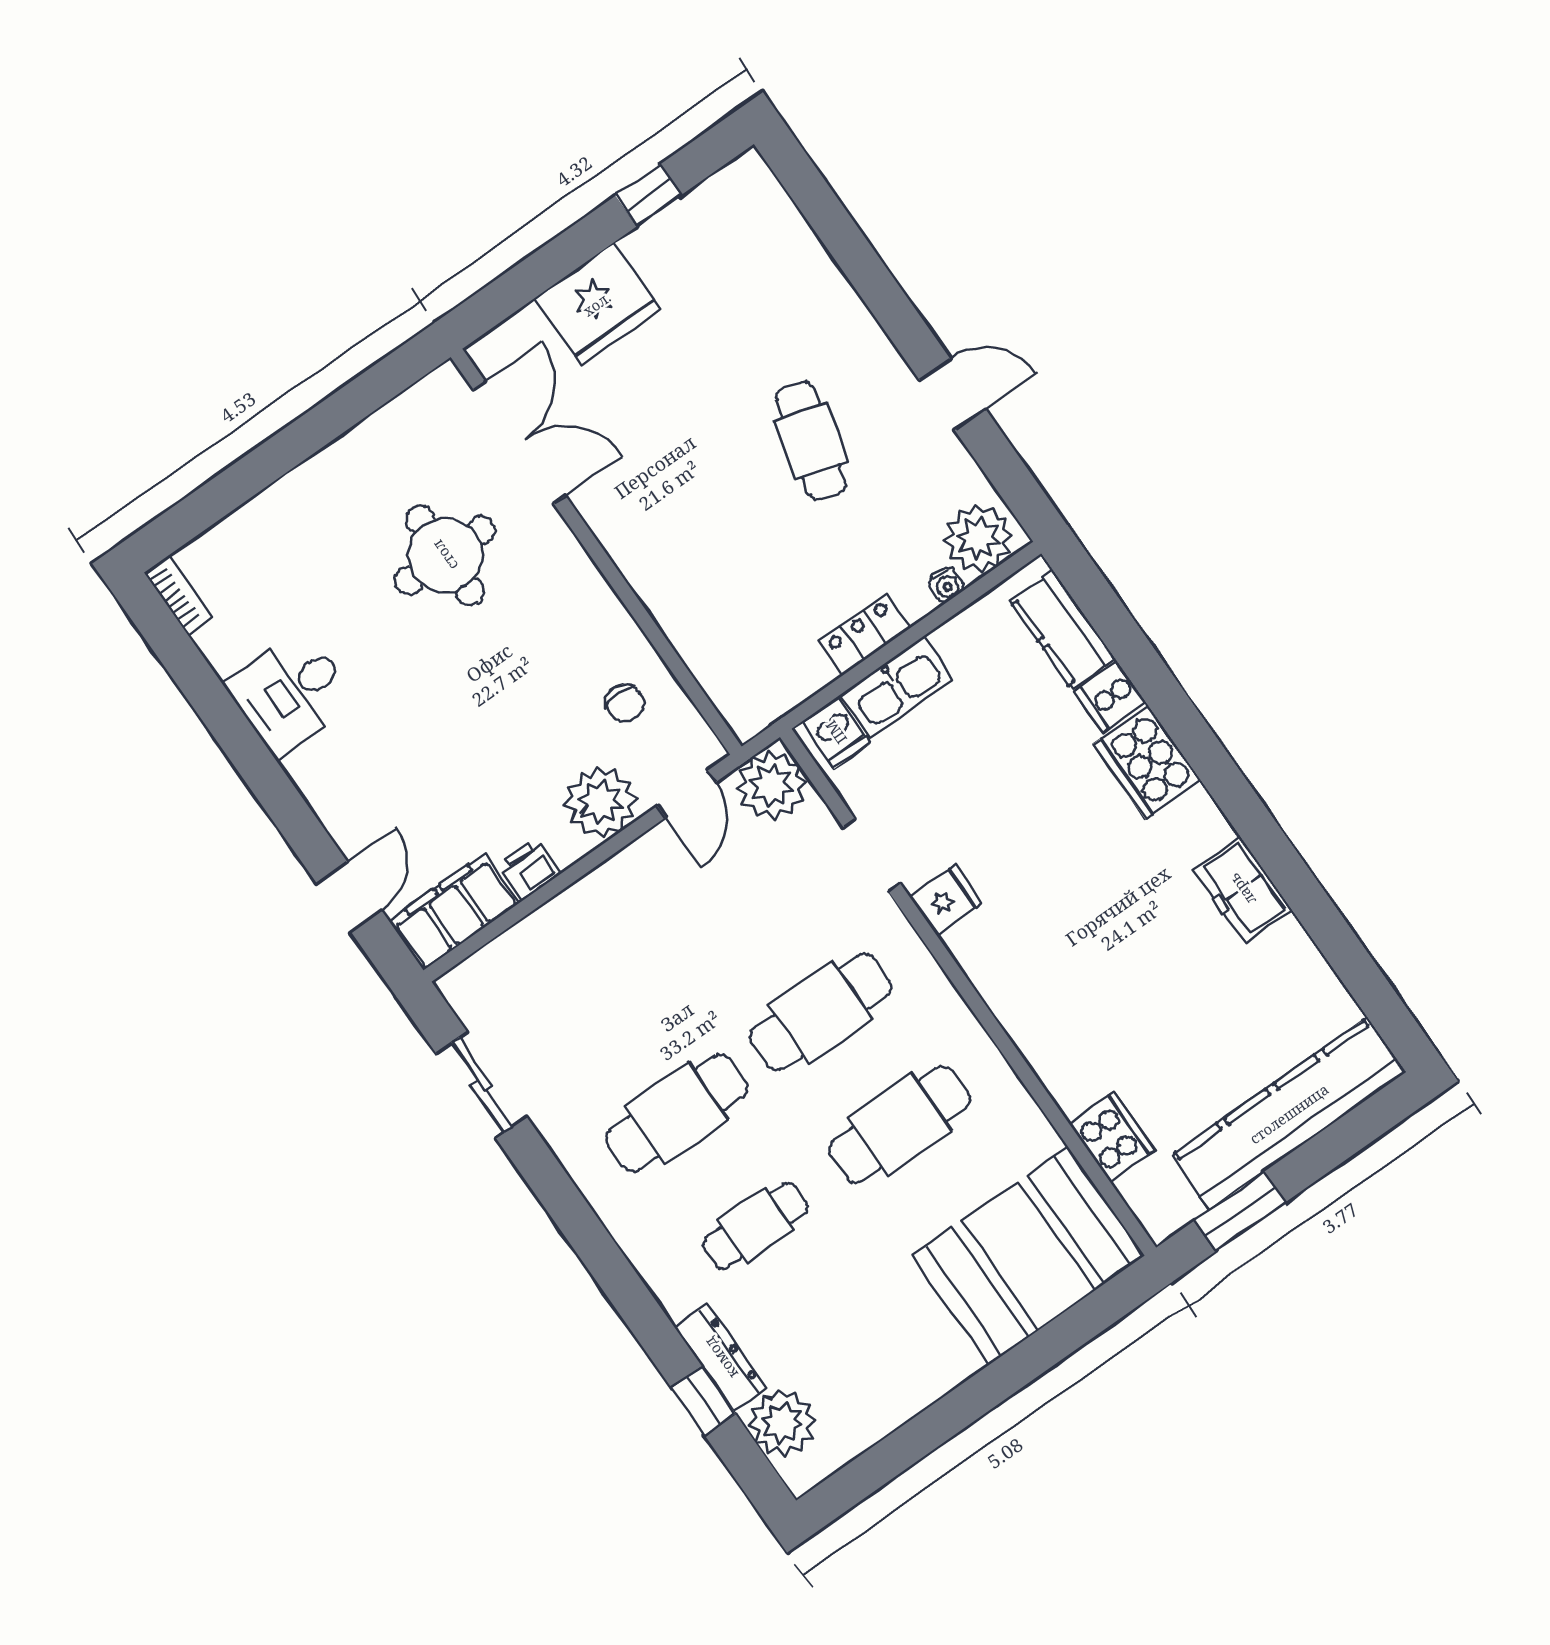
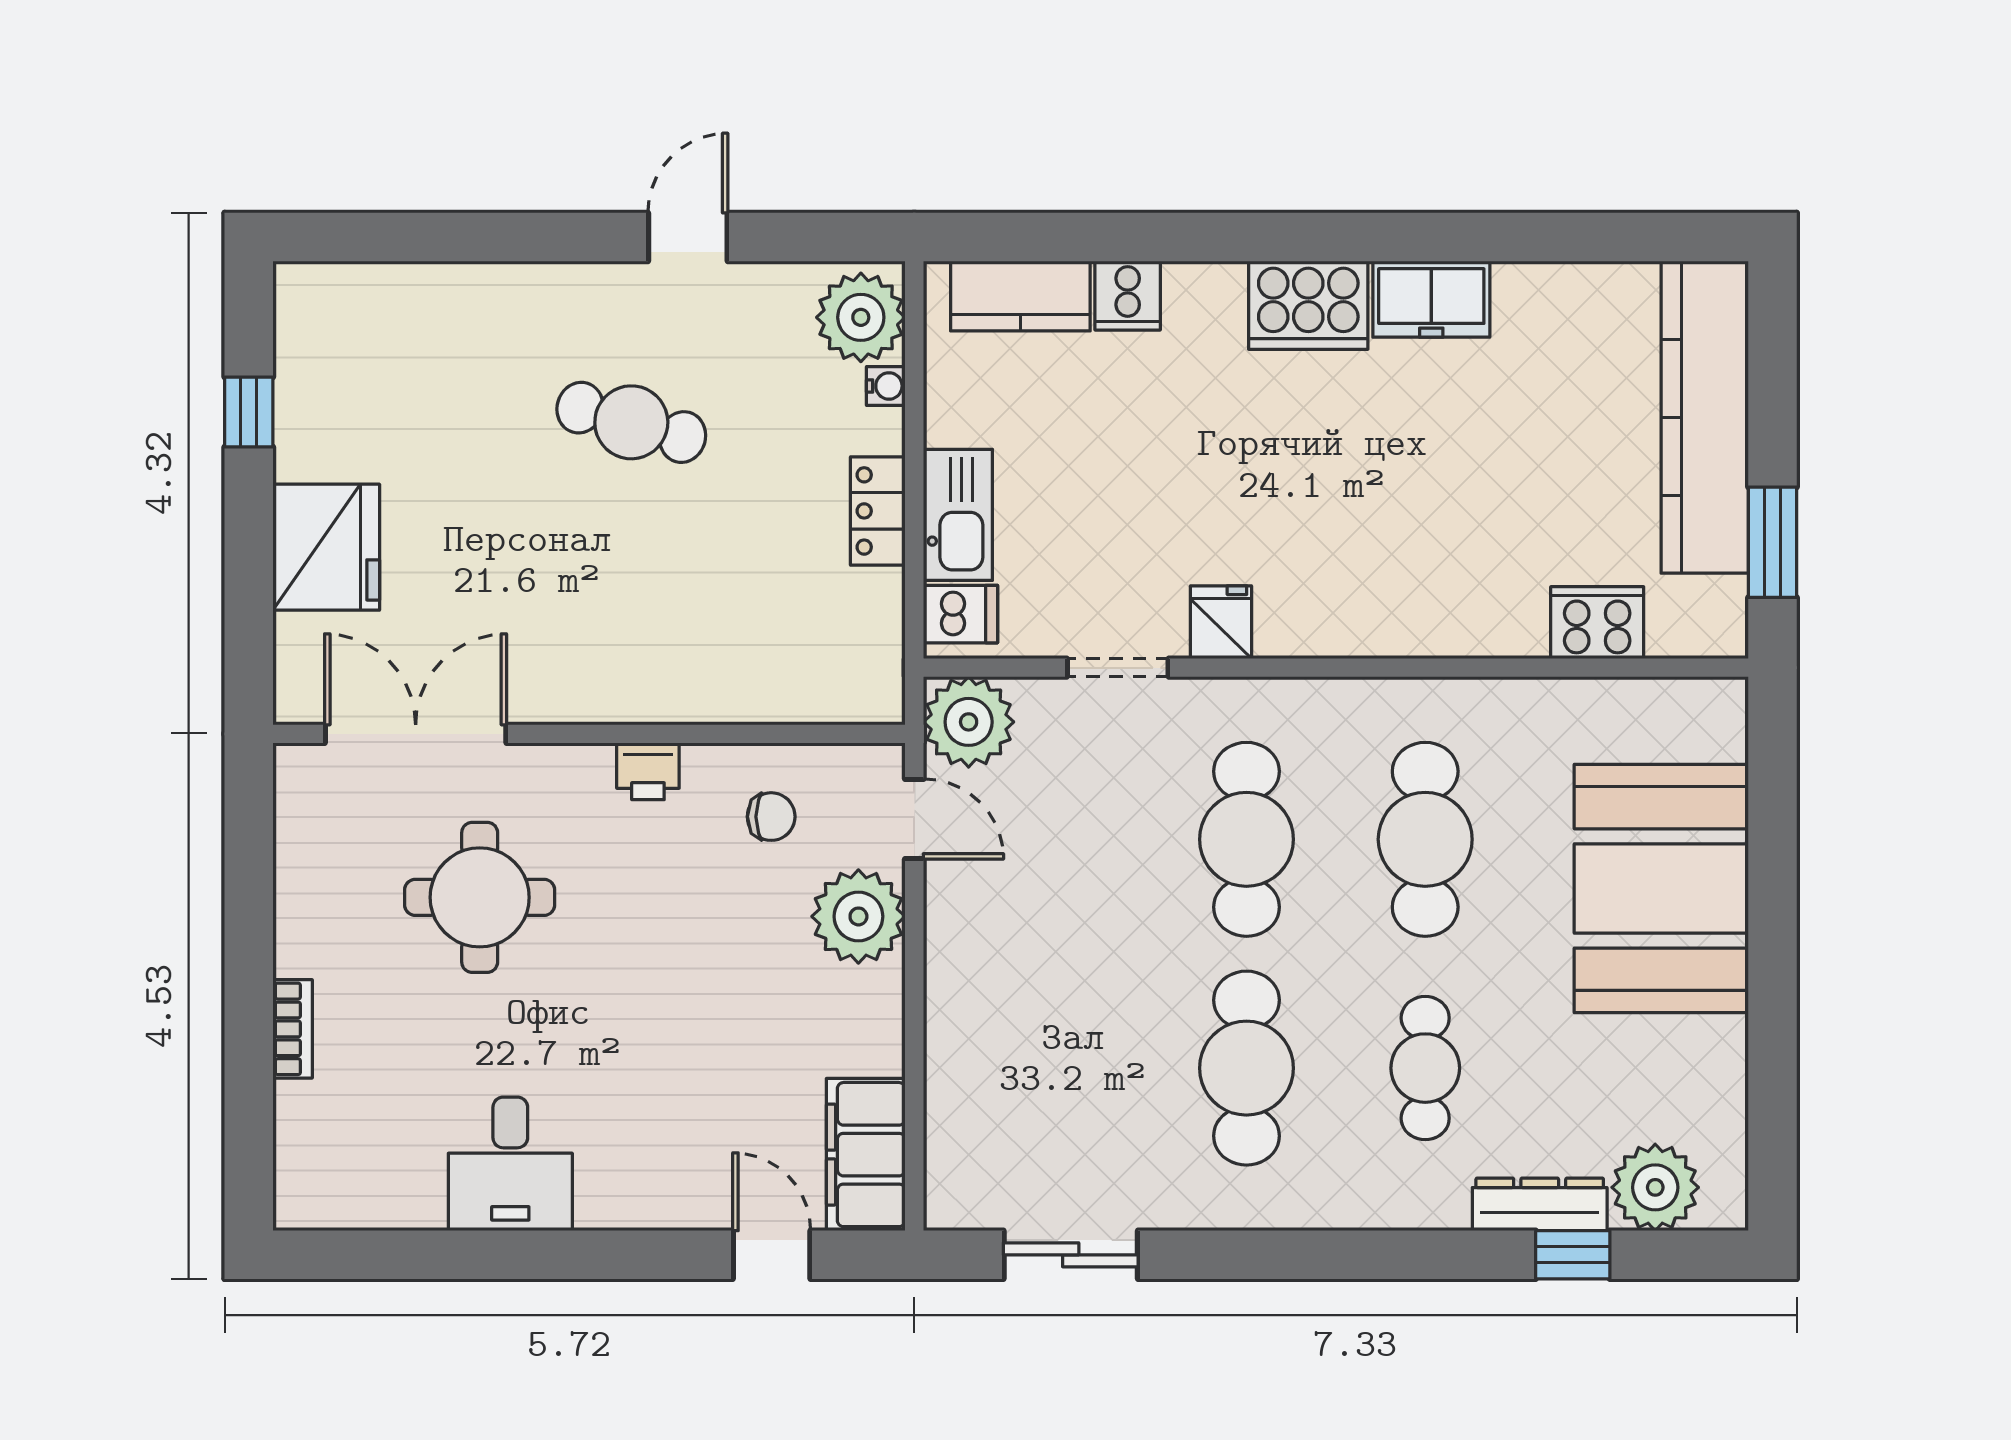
bookcase: (178, 595) -> (293, 1029), moved, turned 90
cooker: (1147, 762) -> (1308, 305), moved
printer: (529, 869) -> (648, 771), moved, turned -90
booth: (1028, 1256) -> (1661, 888), moved

